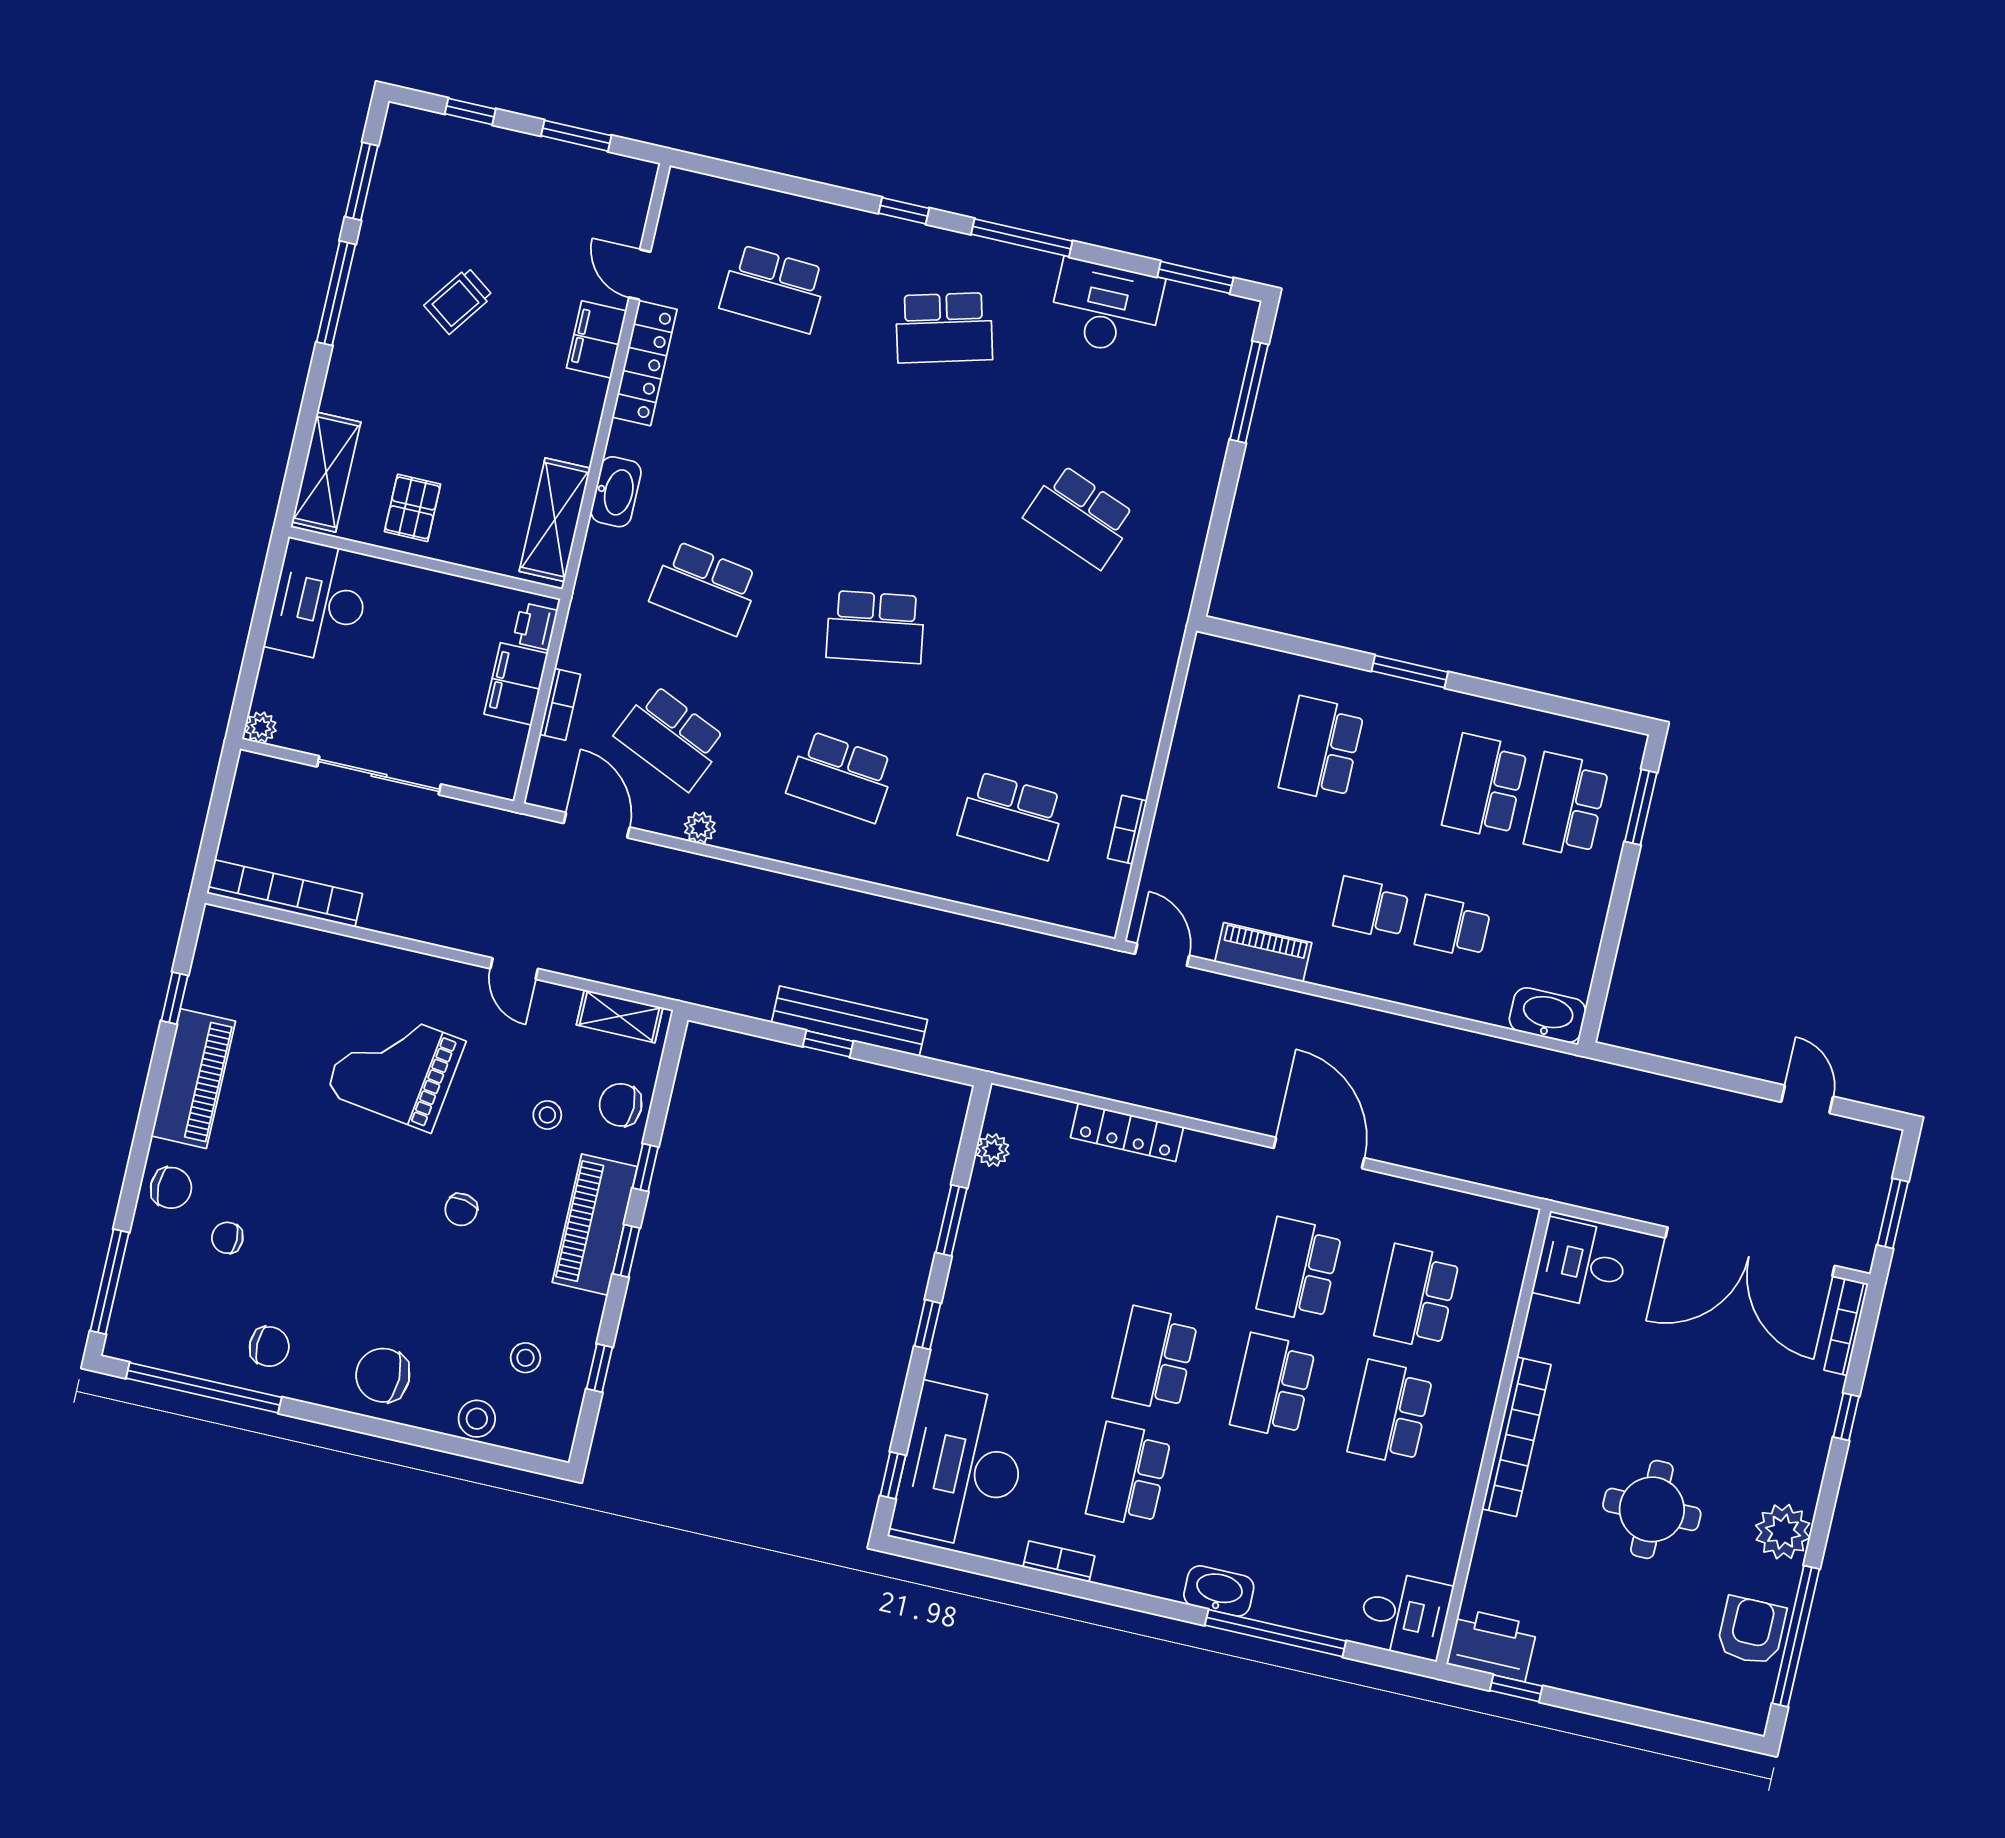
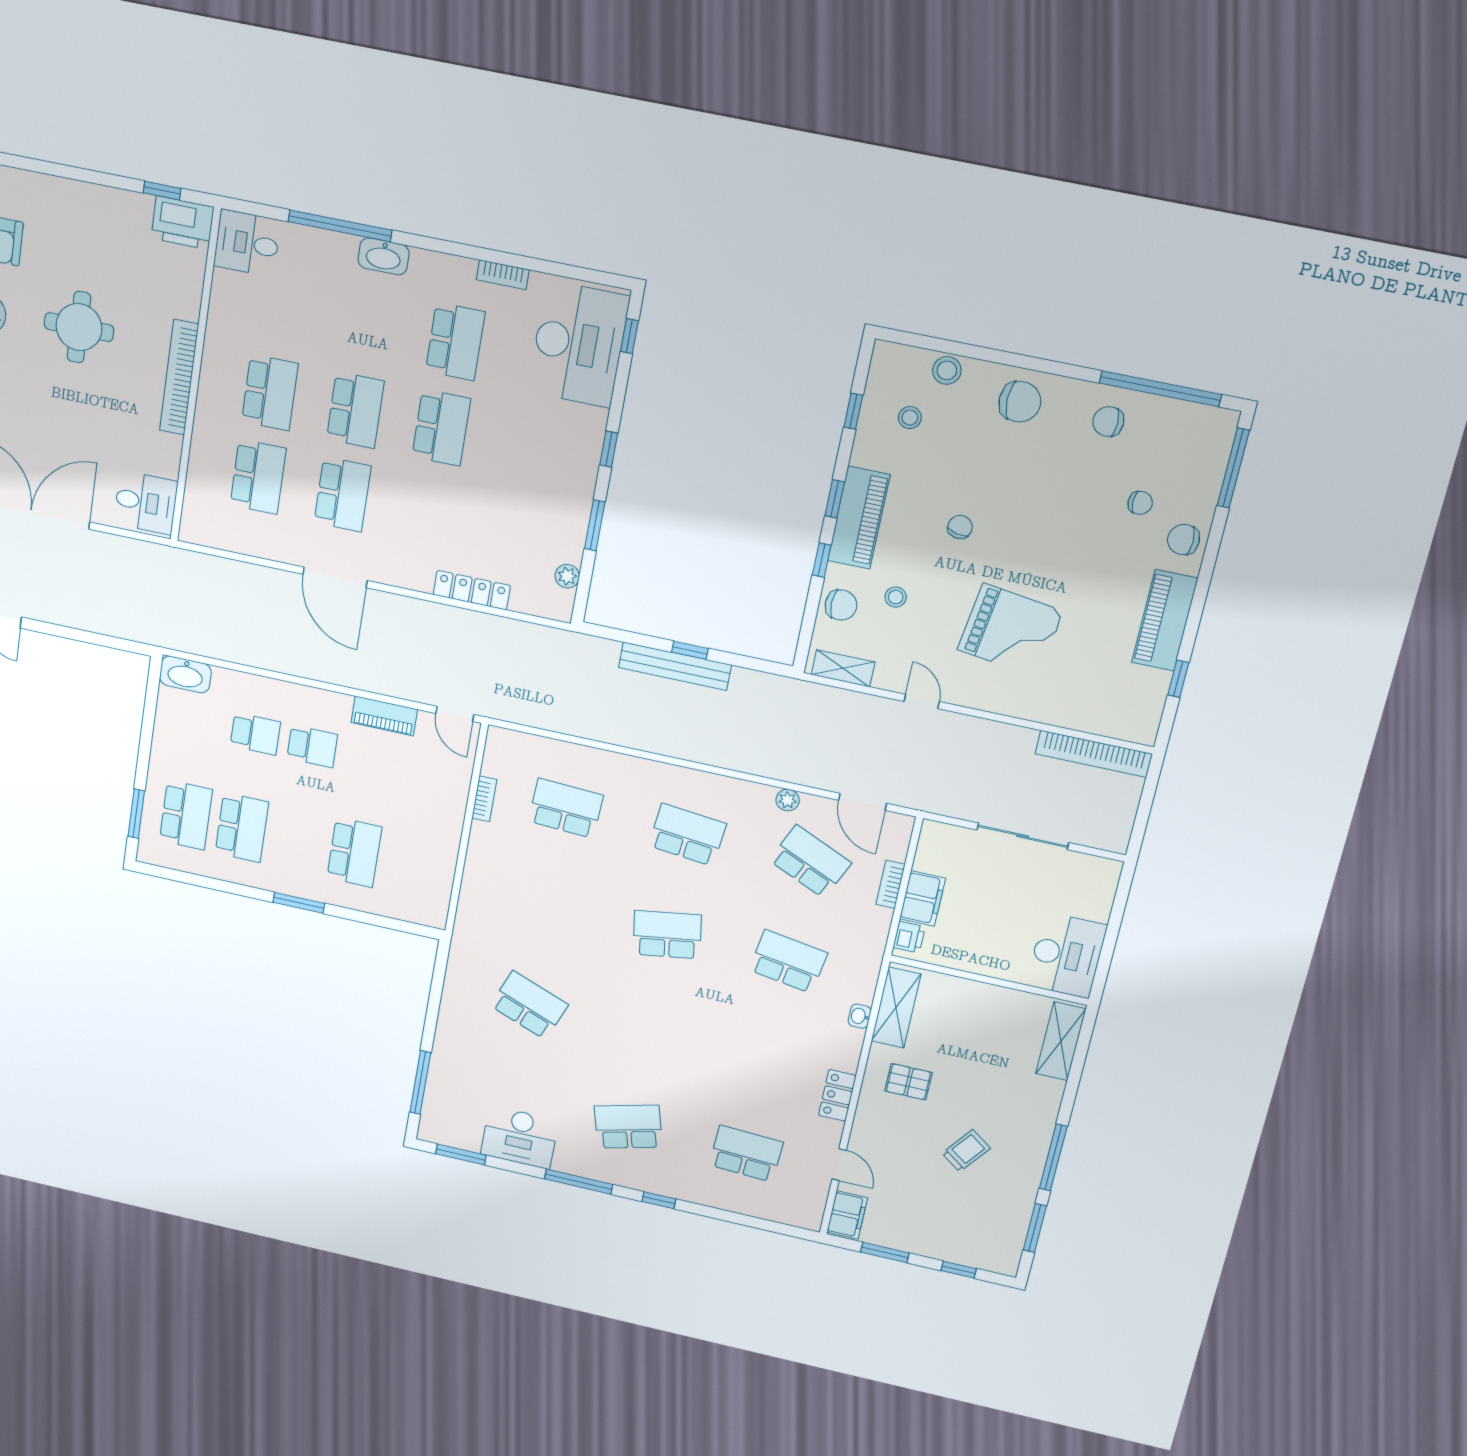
filing cabinet: (596, 339) -> (847, 1215), moved
locker: (645, 363) -> (837, 1095), width x0.66
washbasin: (616, 492) -> (860, 1016), width x0.52, depth x0.69
pallet: (413, 508) -> (908, 1082), moved, turned 90
plant: (261, 727) -> (1110, 870), removed

